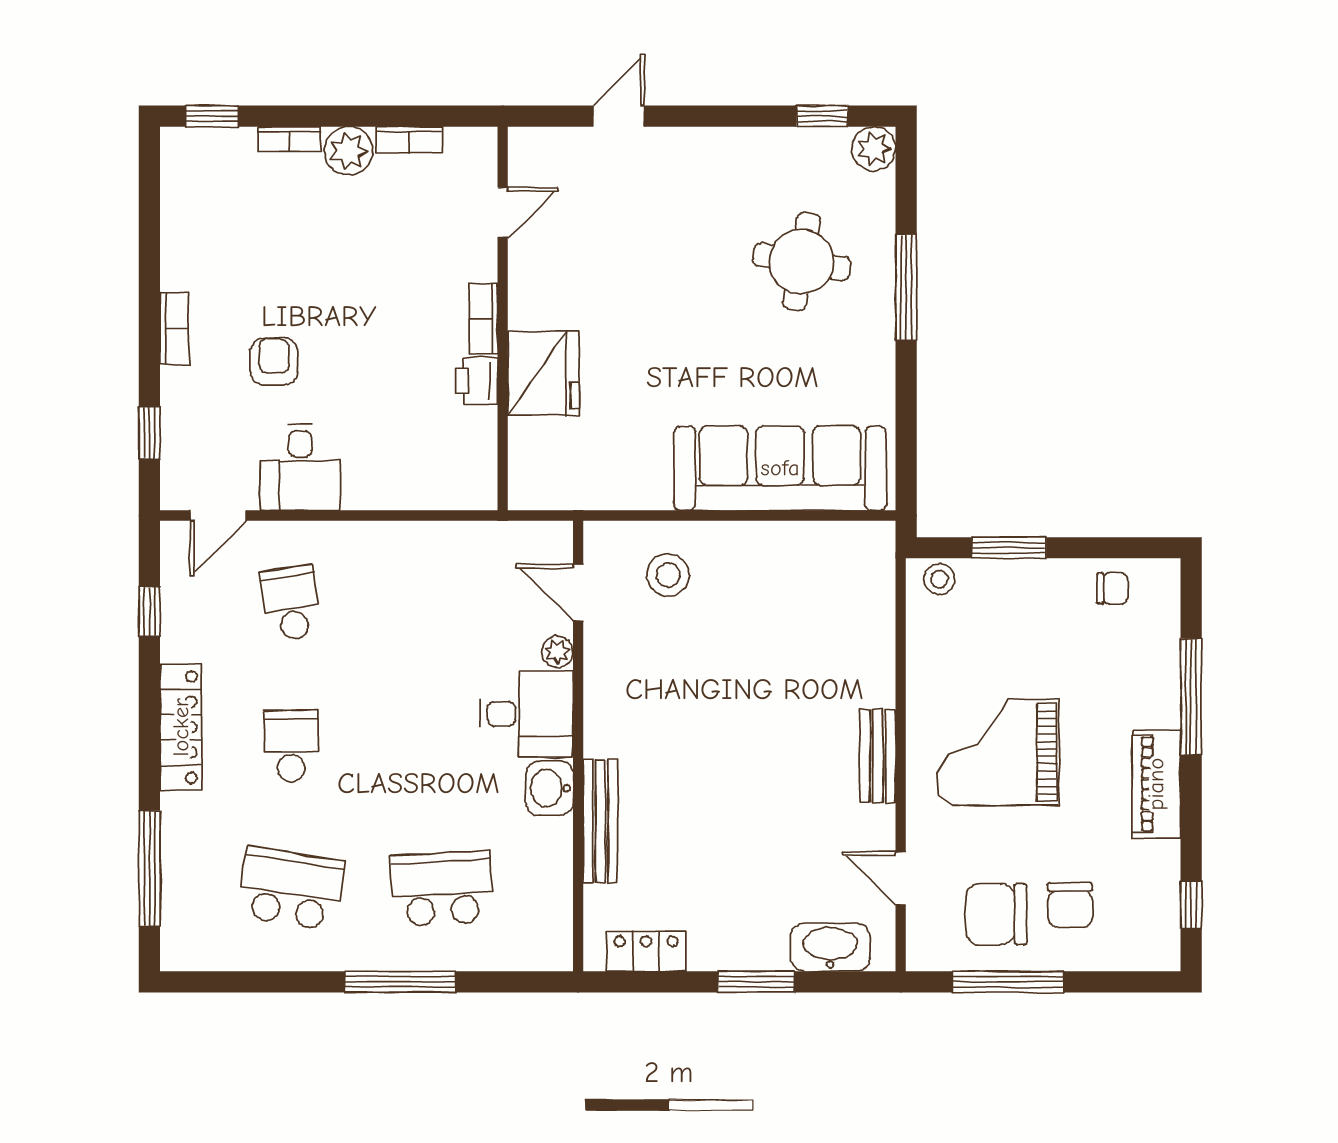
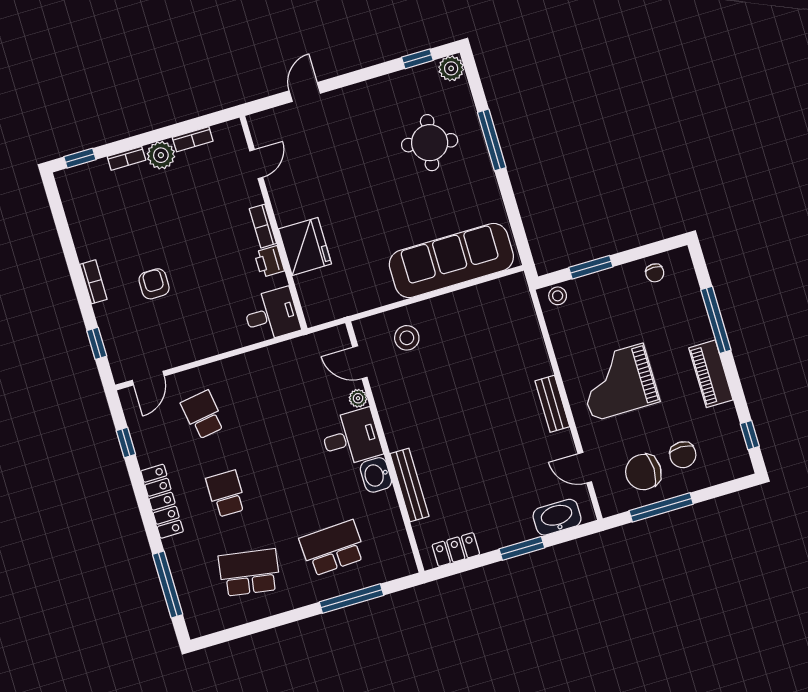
desk: (300, 467) -> (272, 315), moved, turned -90
chair: (1112, 589) -> (655, 273), turned 90
window: (400, 982) -> (351, 599), moved

